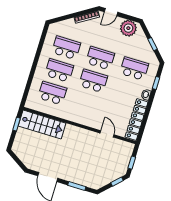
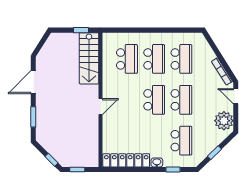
door: (107, 134) -> (101, 107), moved

